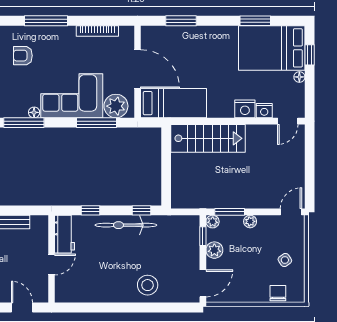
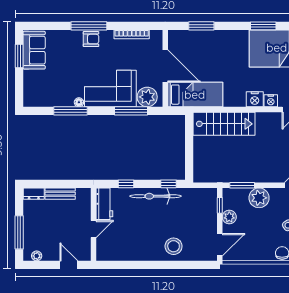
armchair: (23, 56) -> (91, 39), moved, turned 180
plant: (250, 221) -> (259, 198), width x1.87, depth x1.87
plant: (213, 222) -> (228, 193), removed

